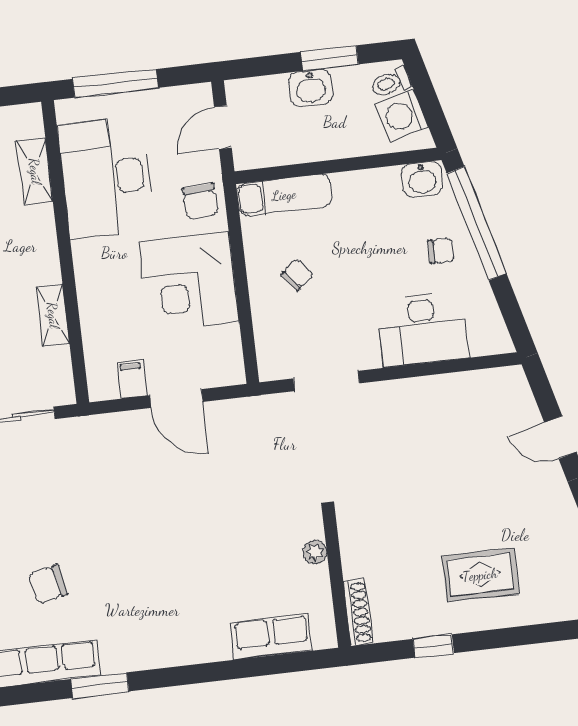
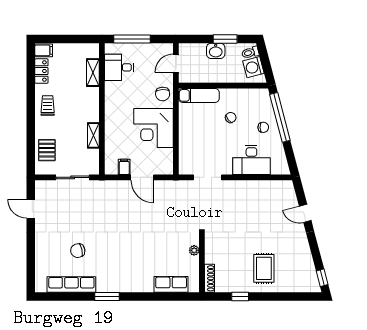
desk: (106, 178) -> (119, 67), width x0.53, depth x0.77
washbasin: (422, 179) -> (259, 96), removed
chair: (297, 275) -> (231, 118), moved
rug: (480, 575) -> (264, 268), turned 90
window: (100, 685) -> (107, 297), moved

